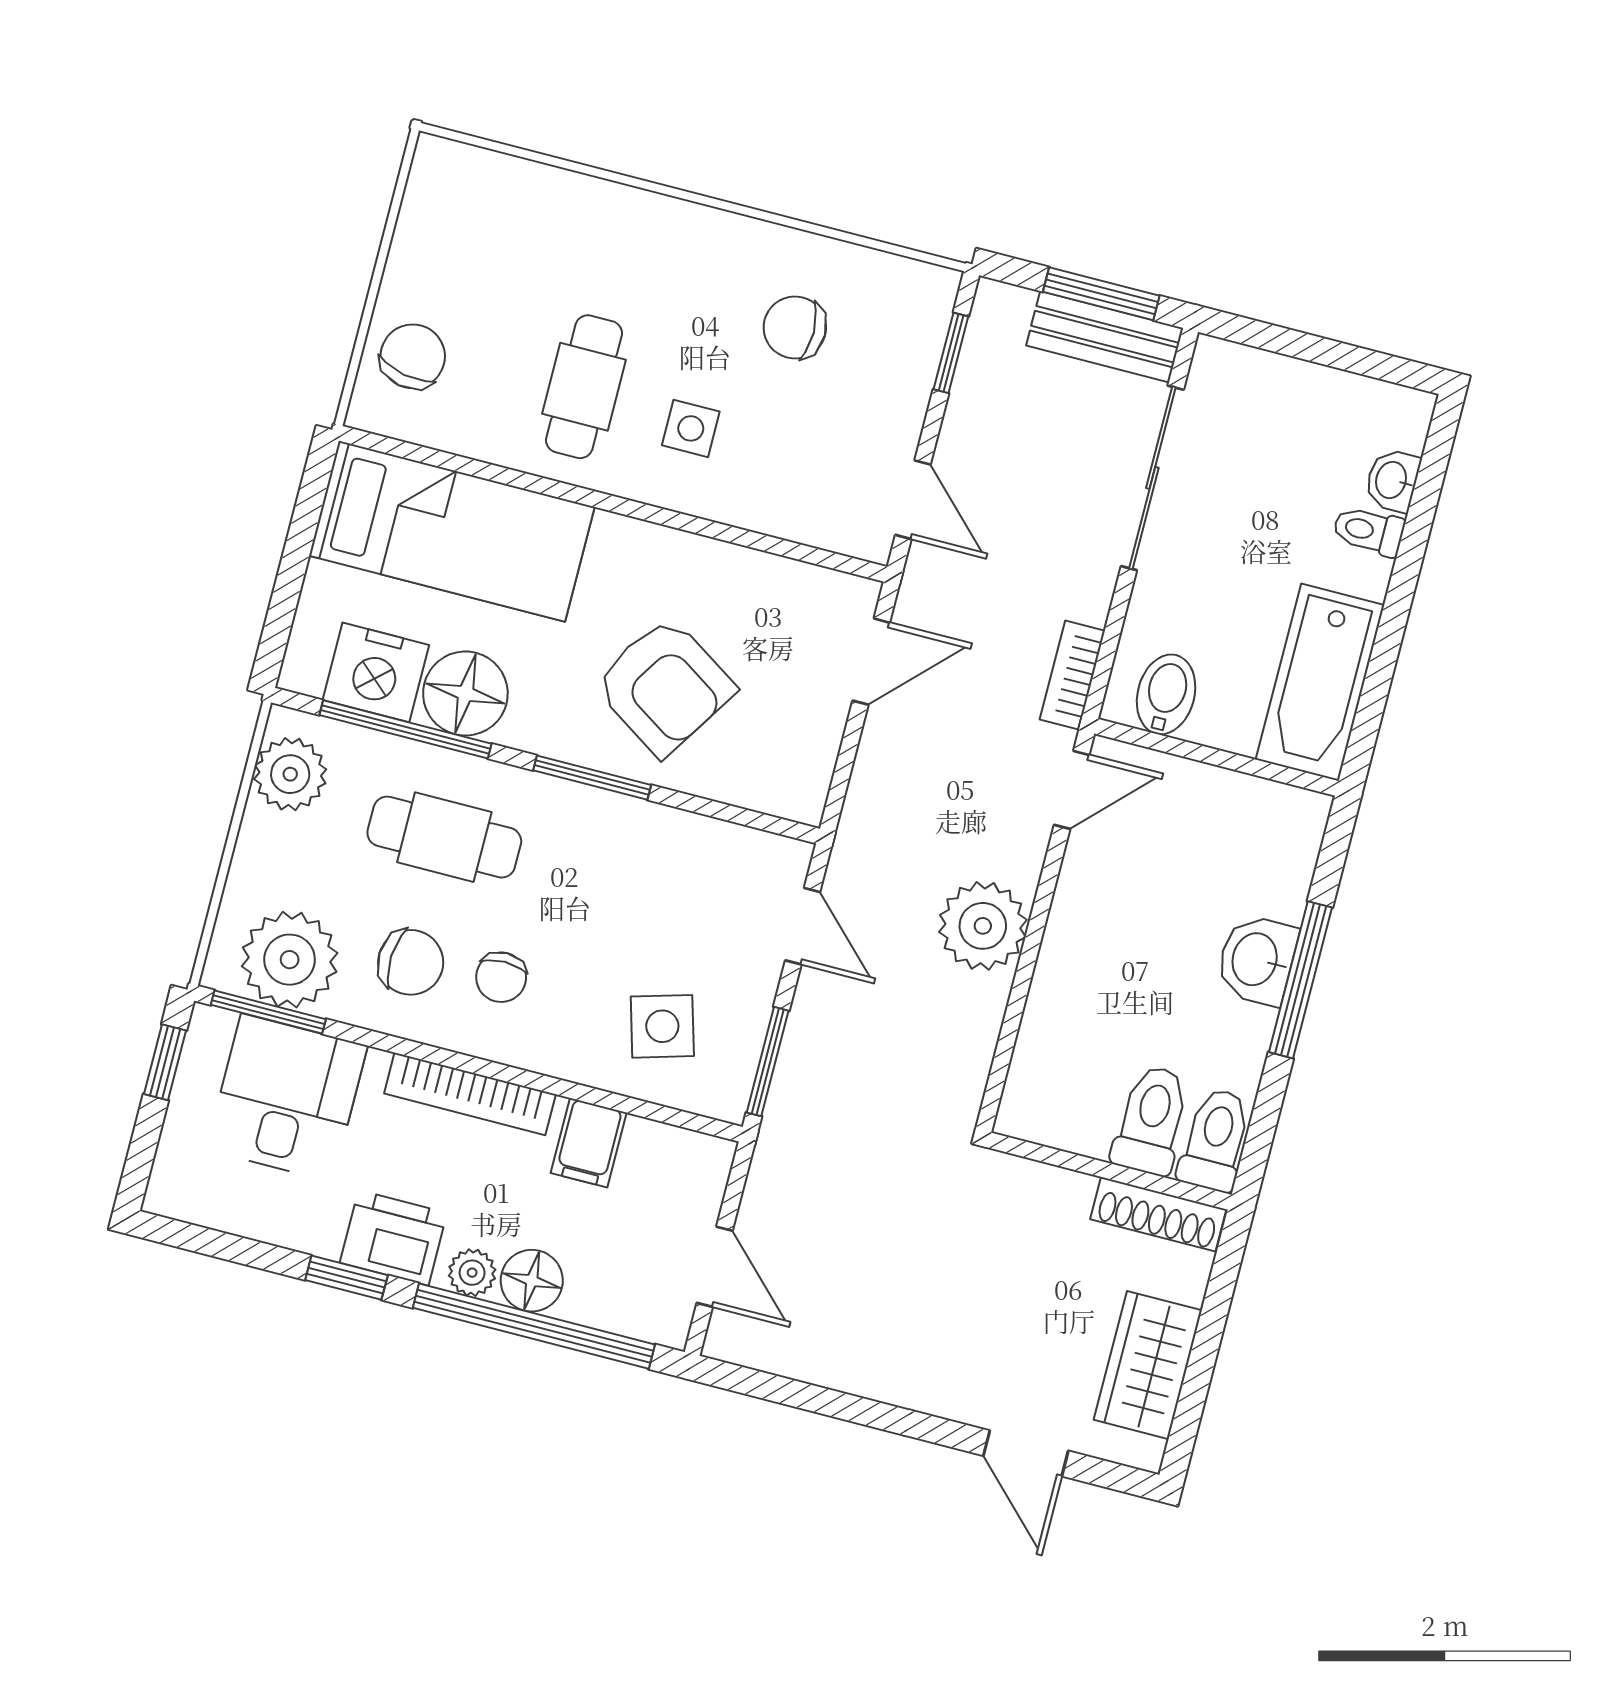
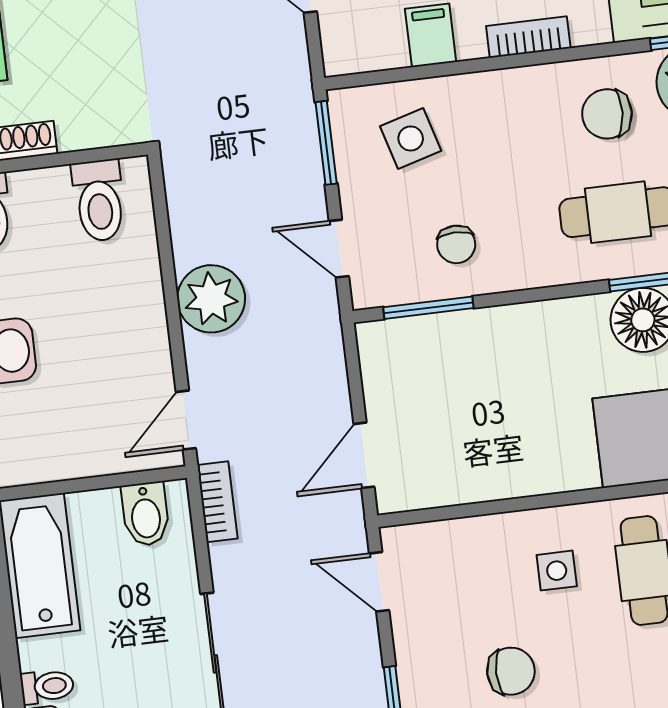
armchair: (664, 686) -> (504, 380), removed
window: (592, 778) -> (428, 308), moved
chair: (501, 977) -> (456, 244), moved, turned 180
bookcase: (470, 1094) -> (528, 37), width x0.64
toilet: (1151, 1120) -> (99, 200), moved

